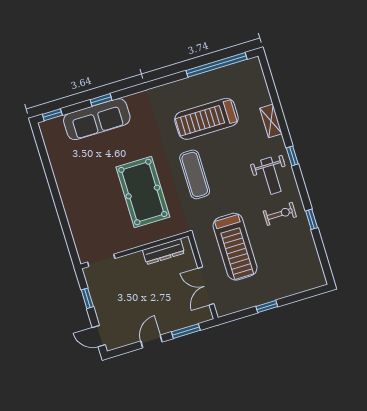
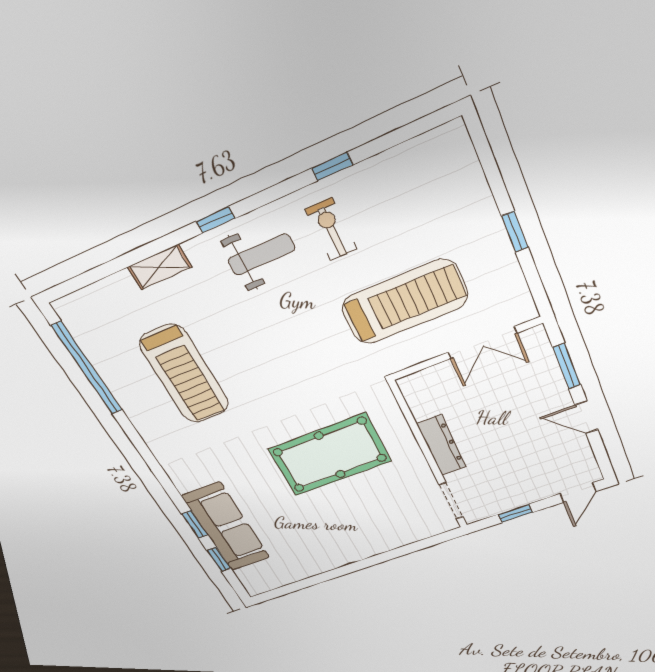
window: (52, 115) -> (219, 559), moved
exercise mat: (195, 174) -> (285, 382), removed
dresser: (164, 252) -> (442, 445), moved

